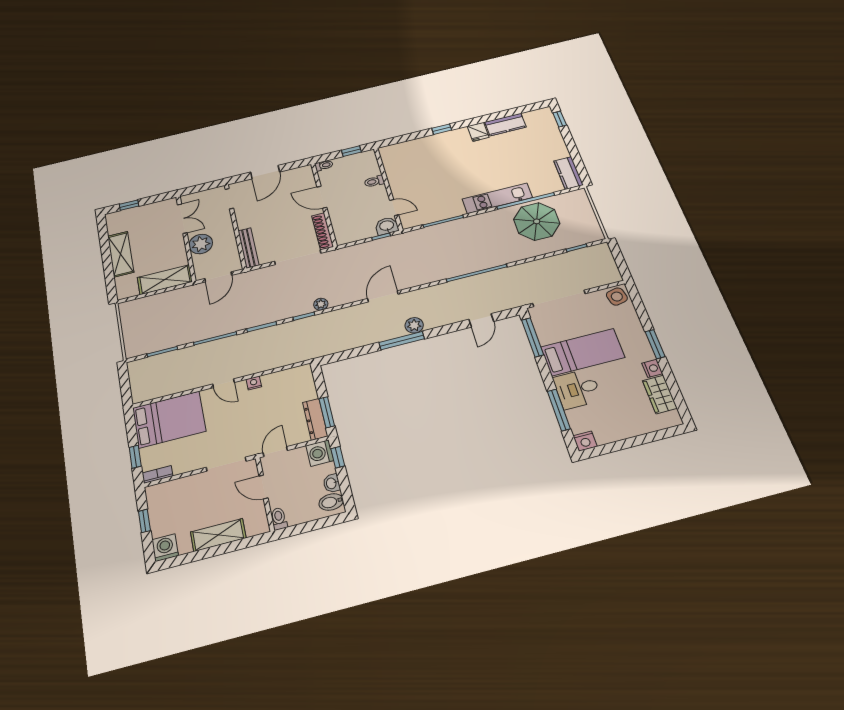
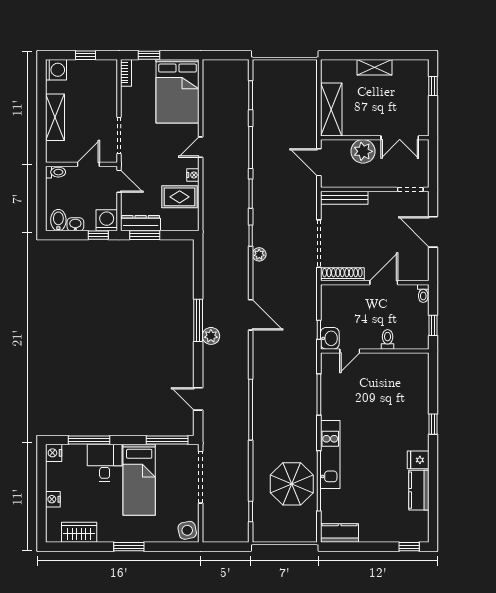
shelving: (121, 254) -> (375, 67), width x0.67, depth x0.75
nightstand: (652, 368) -> (53, 499), moved, turned 90
rug: (279, 390) -> (180, 197), added

